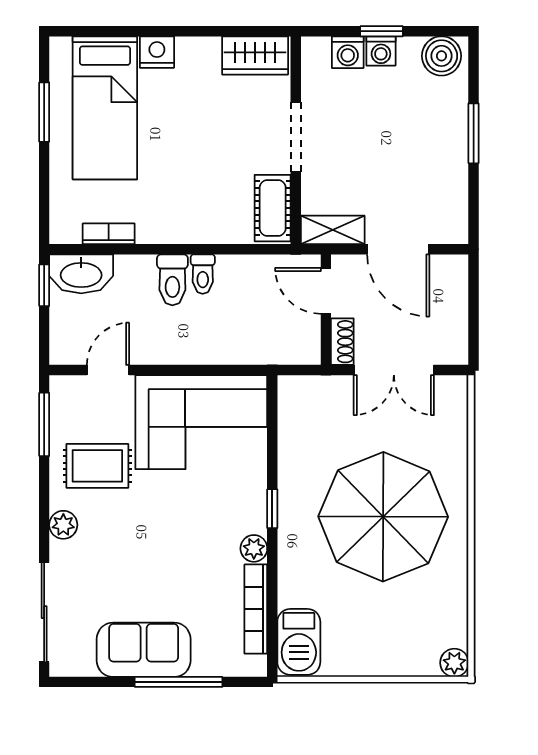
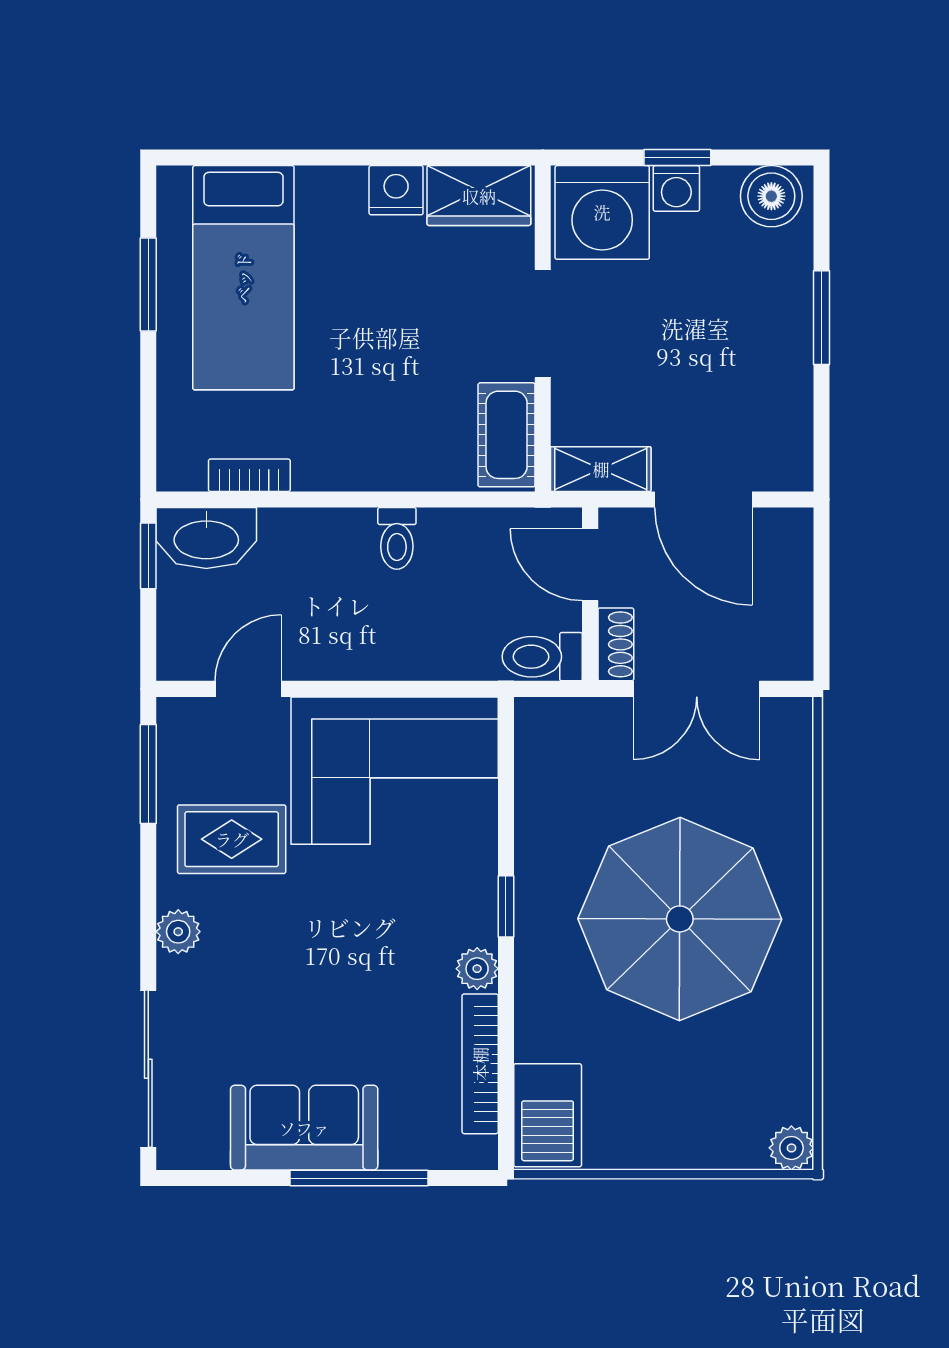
nightstand: (157, 52) -> (396, 190), moved
washing machine: (348, 52) -> (602, 212), width x1.89, depth x1.89
toilet: (172, 280) -> (542, 657), moved, turned 90

